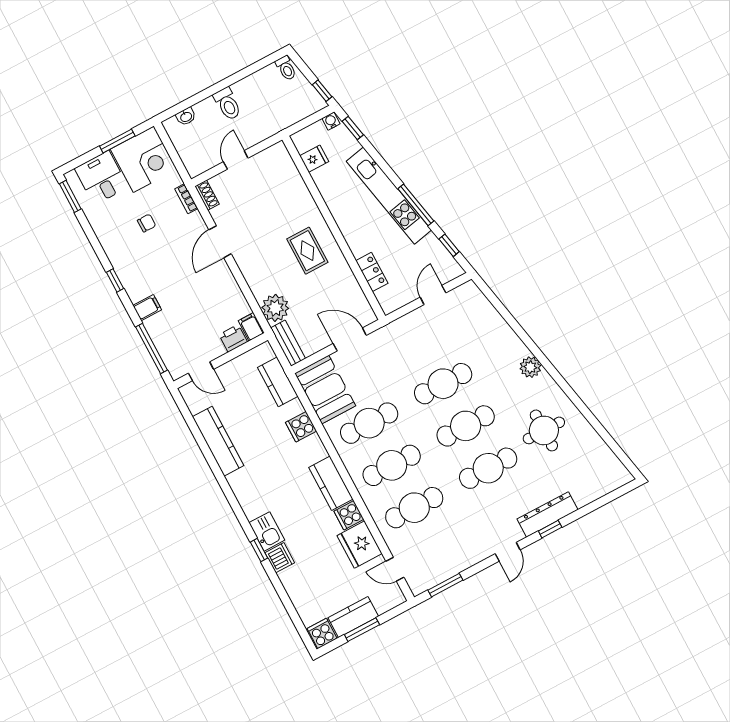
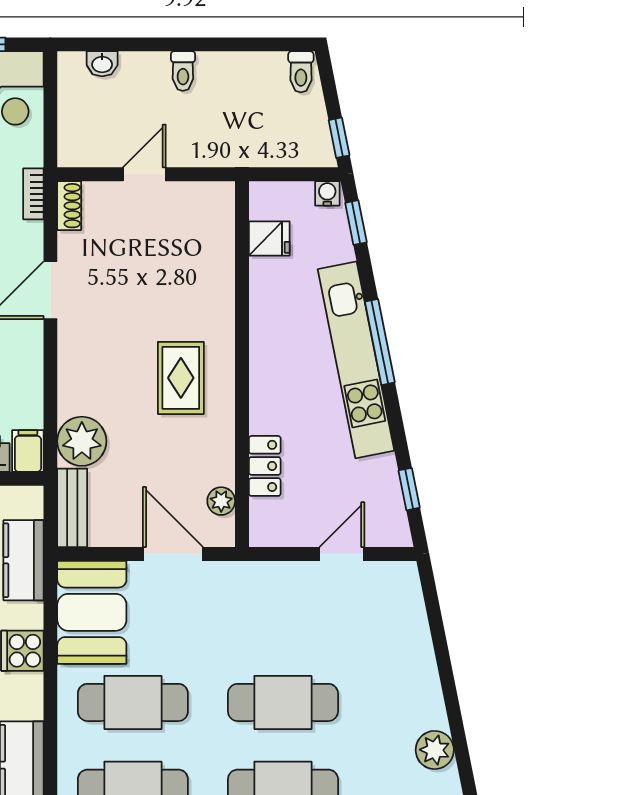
toilet: (227, 104) -> (183, 71), width x0.73, depth x0.72
window: (416, 205) -> (380, 342), moved
plant: (360, 301) -> (221, 501), added

